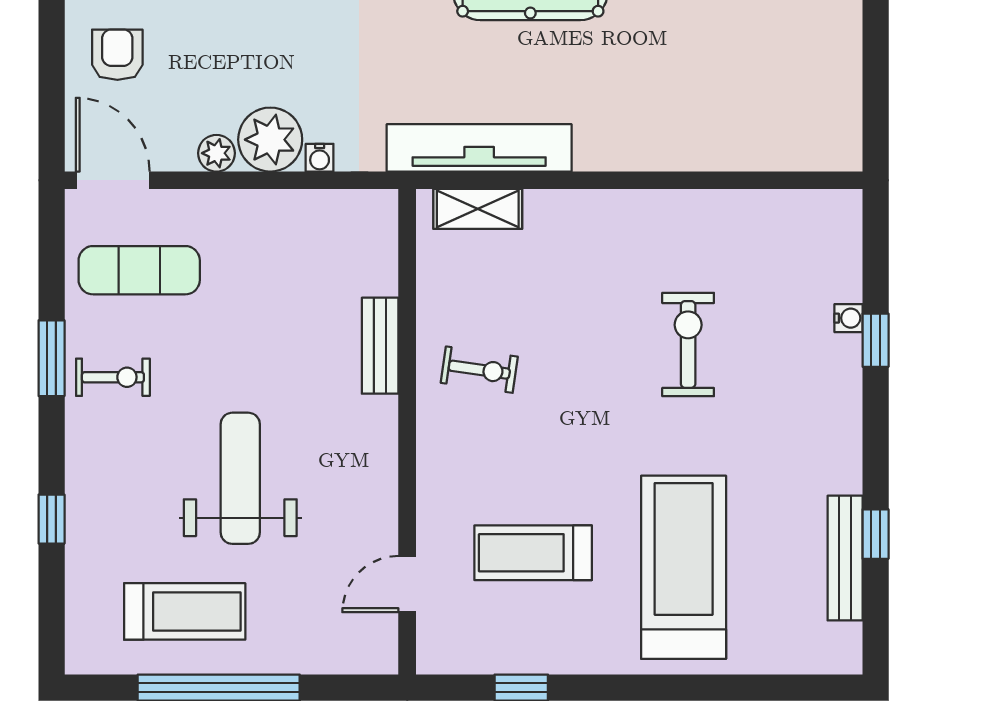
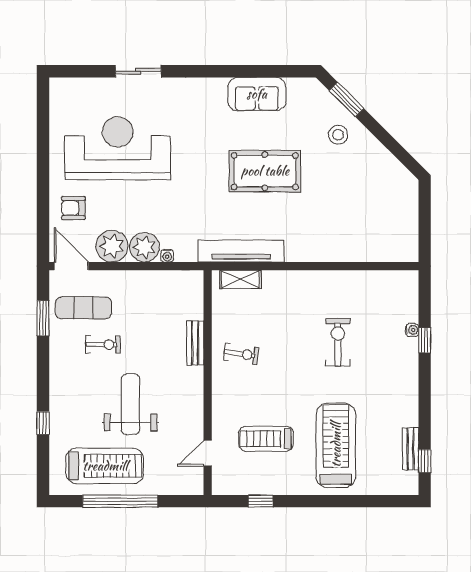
armchair: (117, 55) -> (73, 208), turned -90
plant: (216, 153) -> (112, 246), width x1.88, depth x1.88
window: (52, 358) -> (43, 318), moved
exercise bike: (113, 377) -> (103, 345), moved
window: (876, 534) -> (425, 461), moved
bench: (845, 558) -> (411, 449), width x0.73
treadmill: (185, 611) -> (105, 466), width x1.37, depth x1.38

